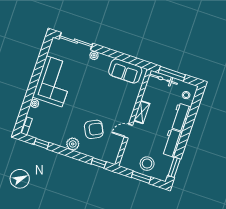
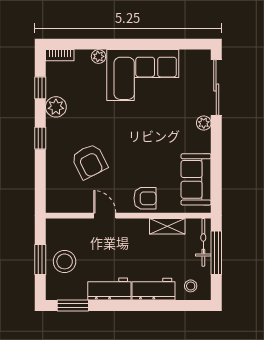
armchair: (126, 104) -> (145, 198), added
shelving: (142, 112) -> (167, 226), moved
plant: (73, 144) -> (56, 107), moved
window: (99, 163) -> (40, 138), moved

